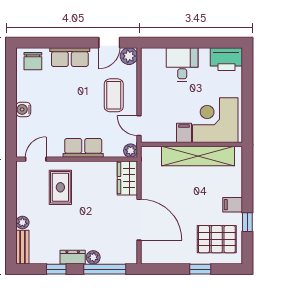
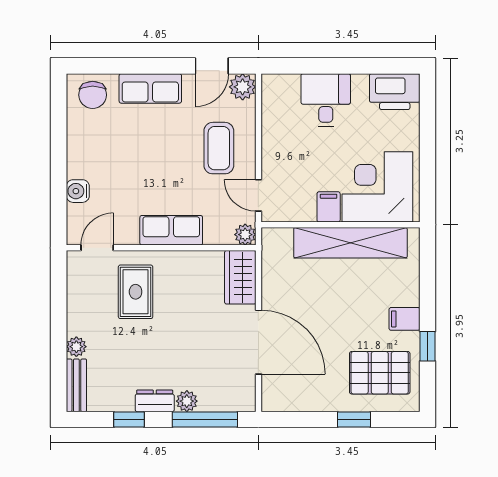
water cooler: (23, 109) -> (78, 191), moved

